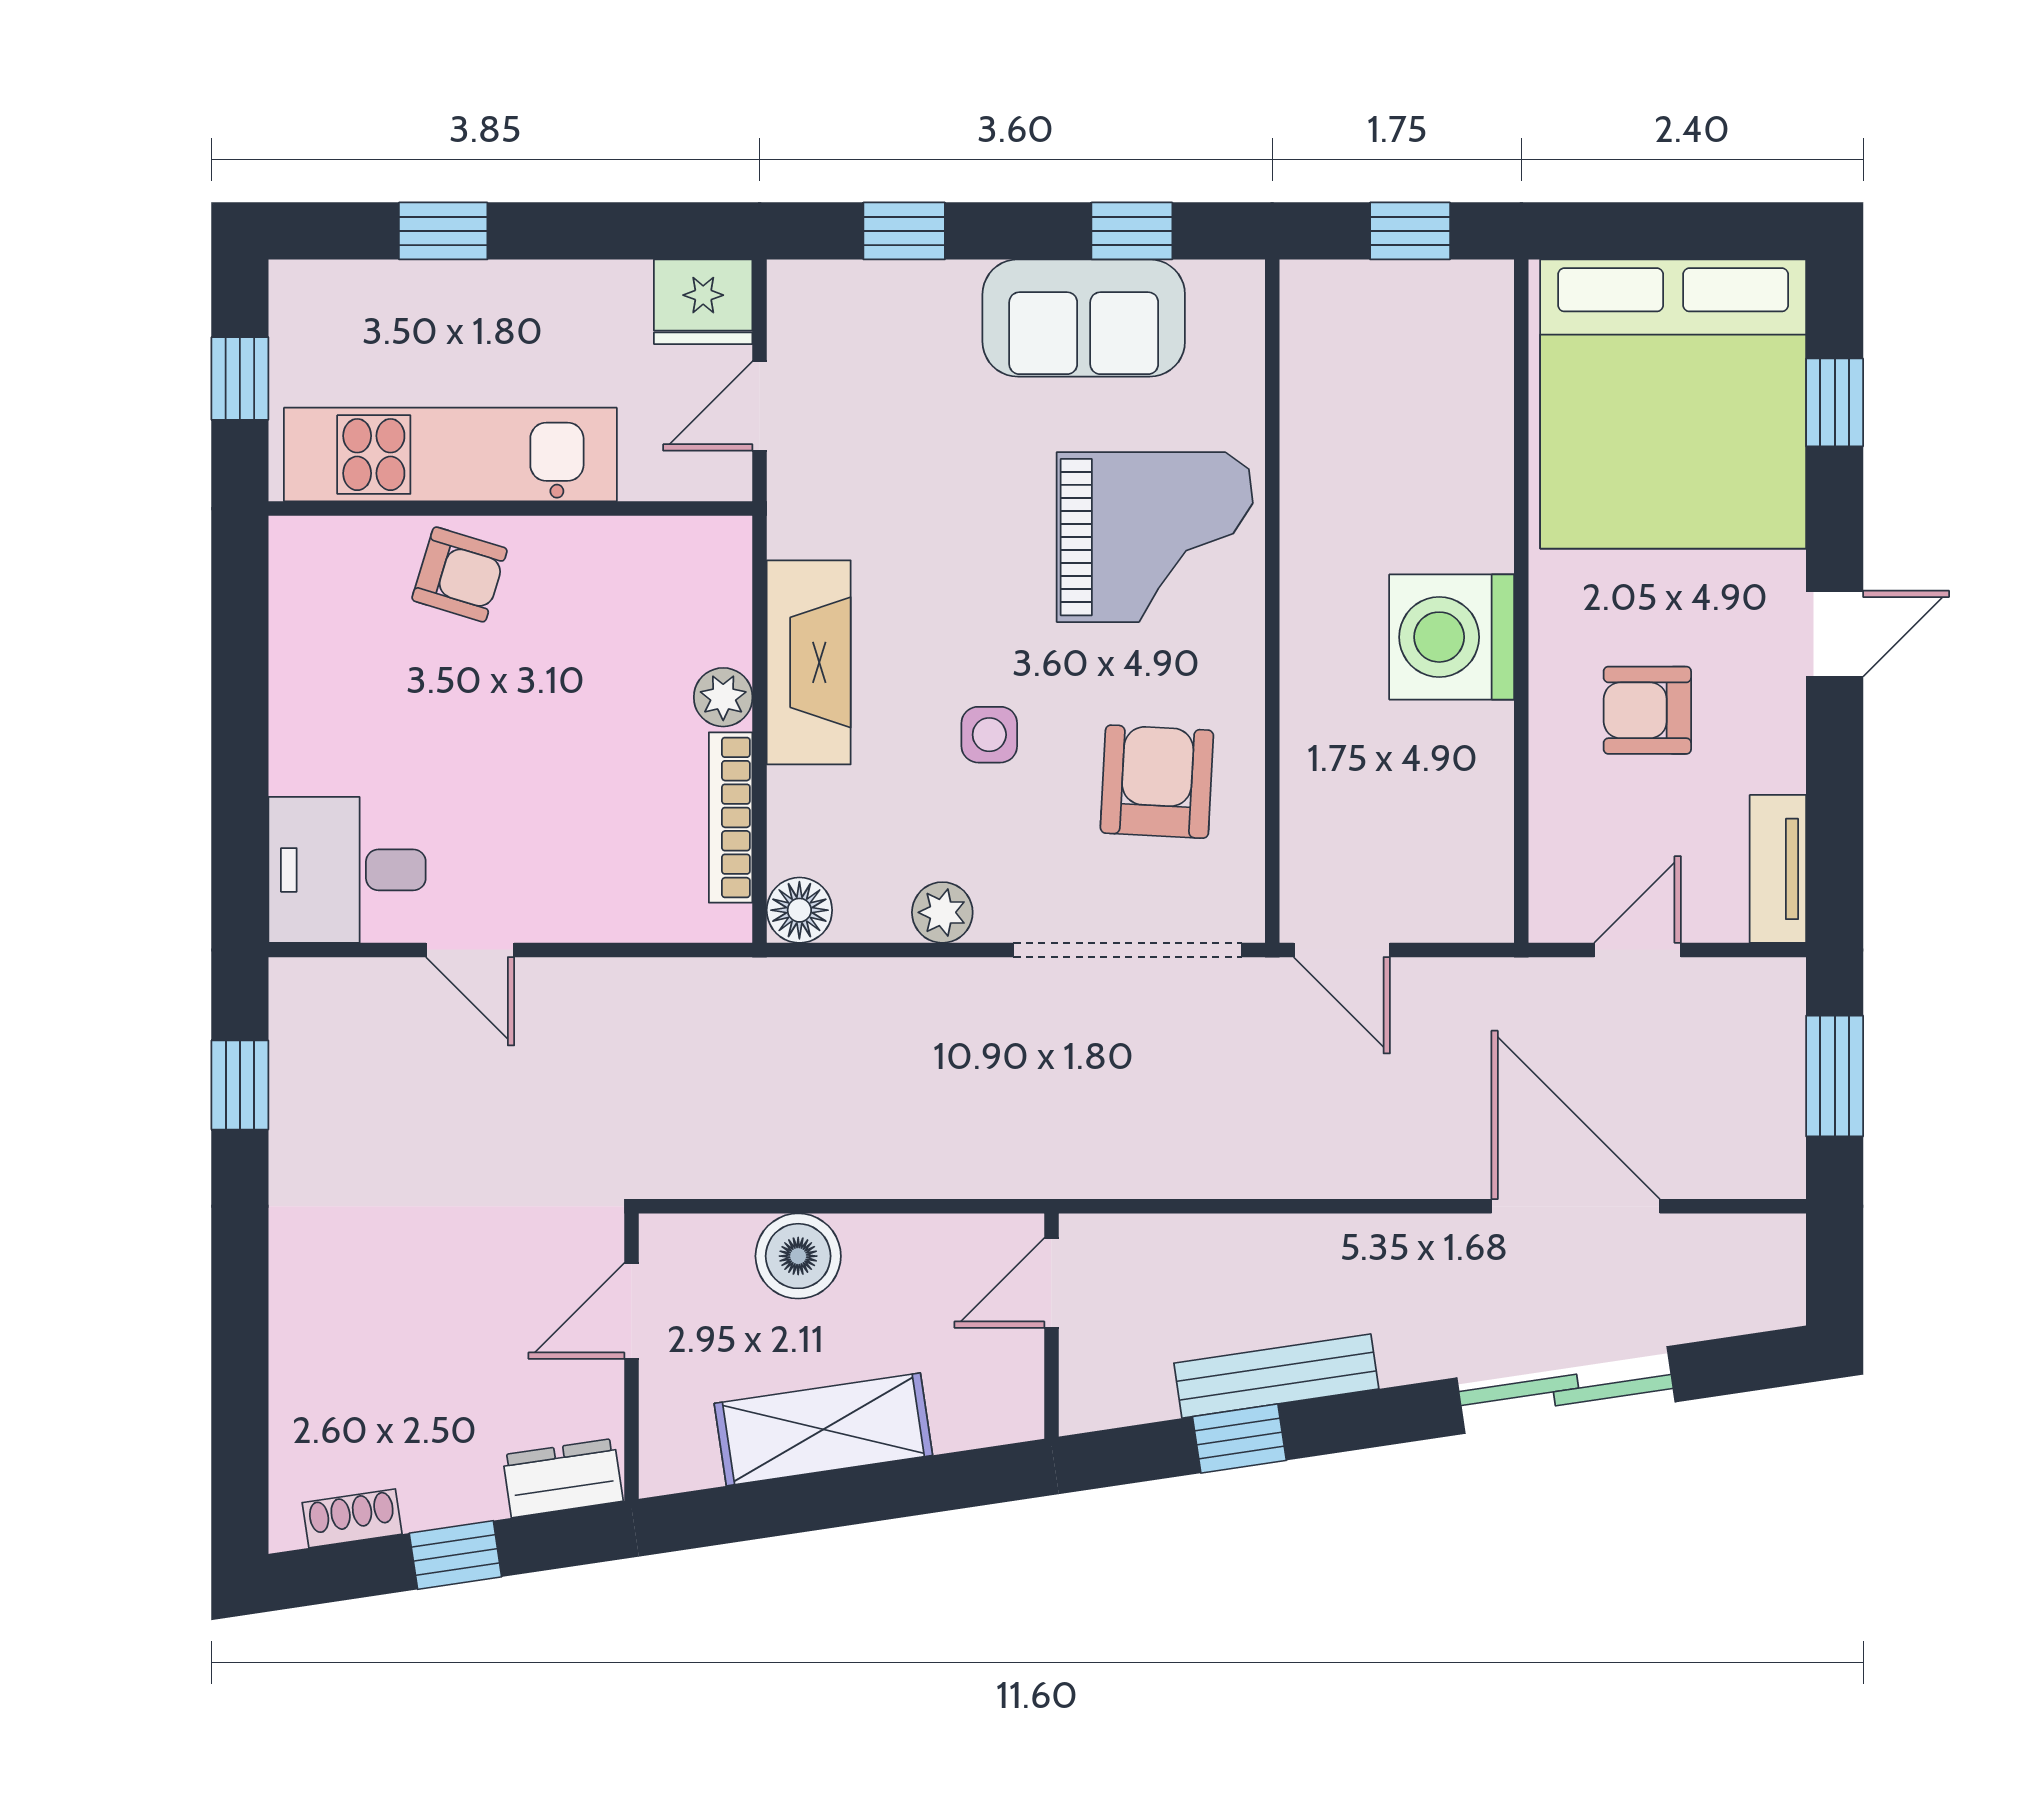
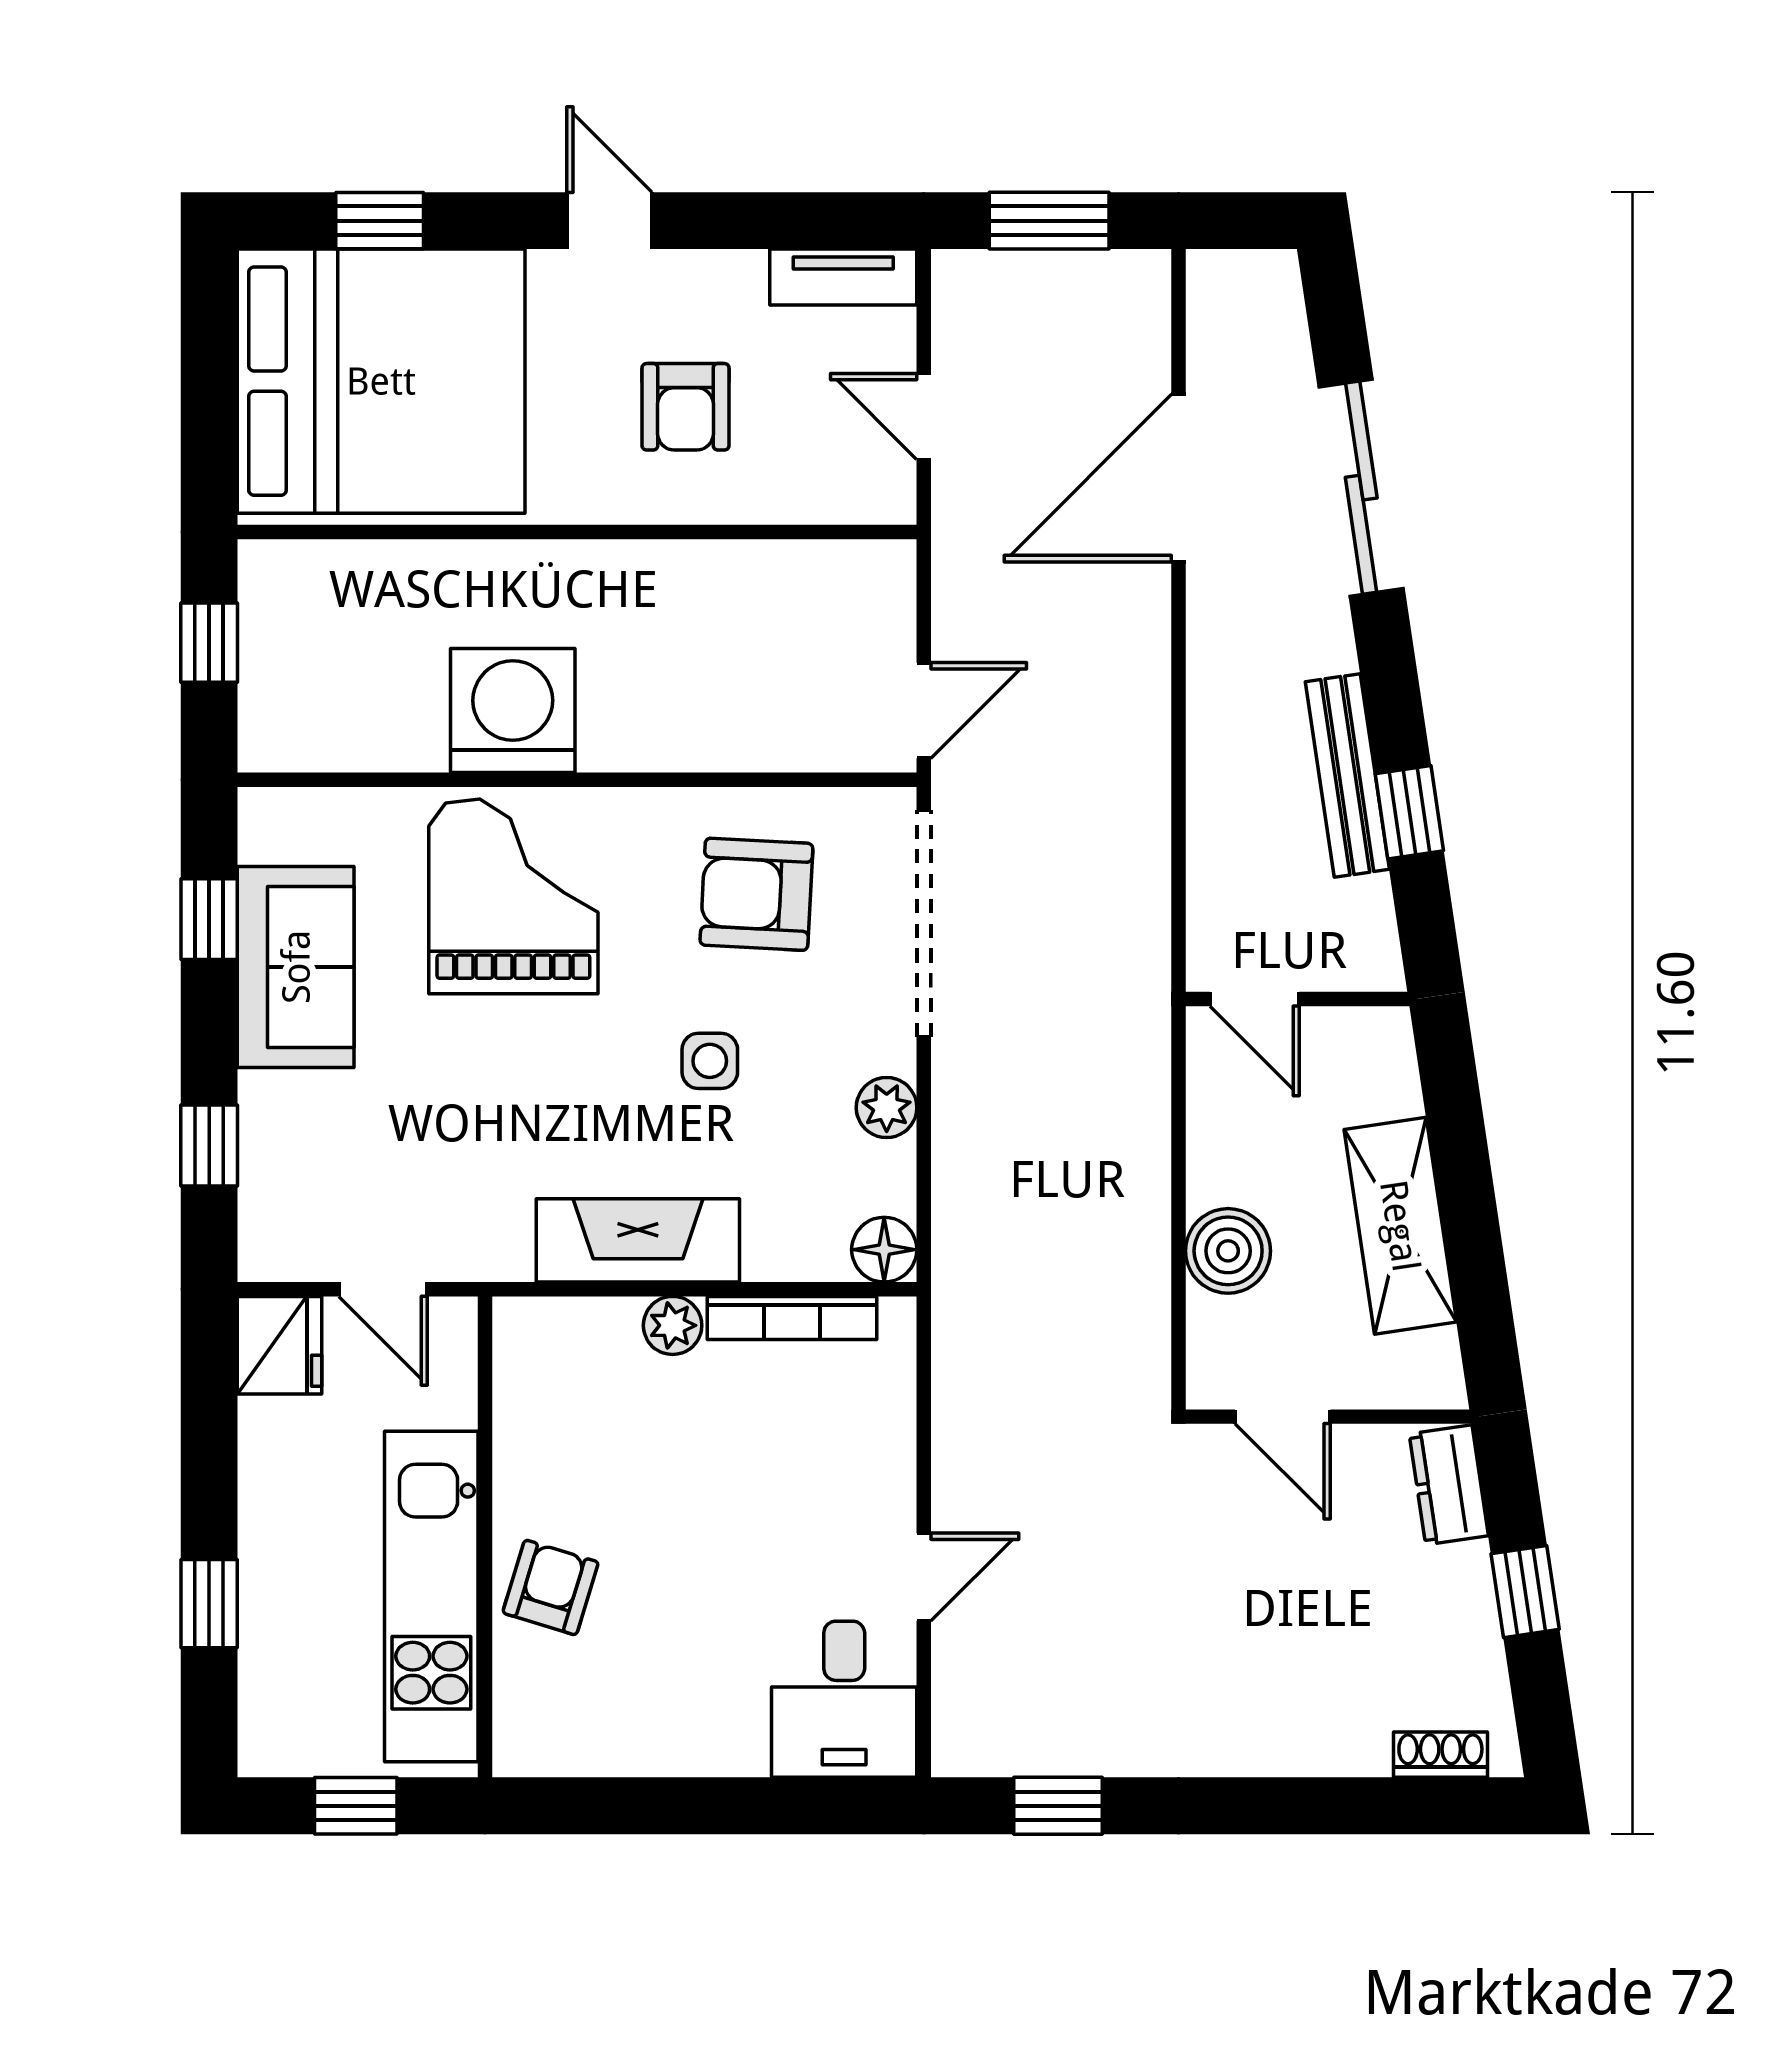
washing machine: (1452, 637) -> (513, 710), moved, turned 180
shoe rack: (352, 1518) -> (1440, 1755), moved, turned 98

